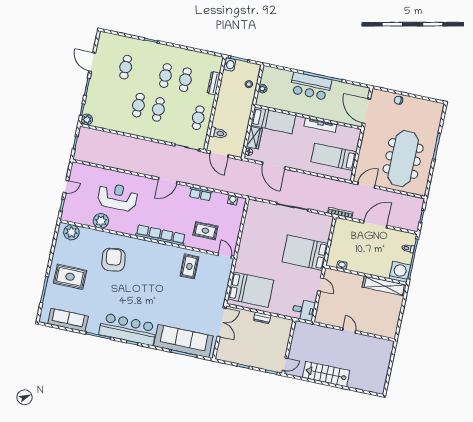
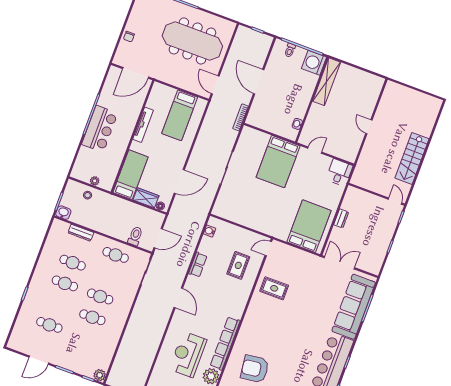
row of seats: (161, 235) -> (225, 343), moved
door: (349, 331) -> (369, 127), hinge flipped

